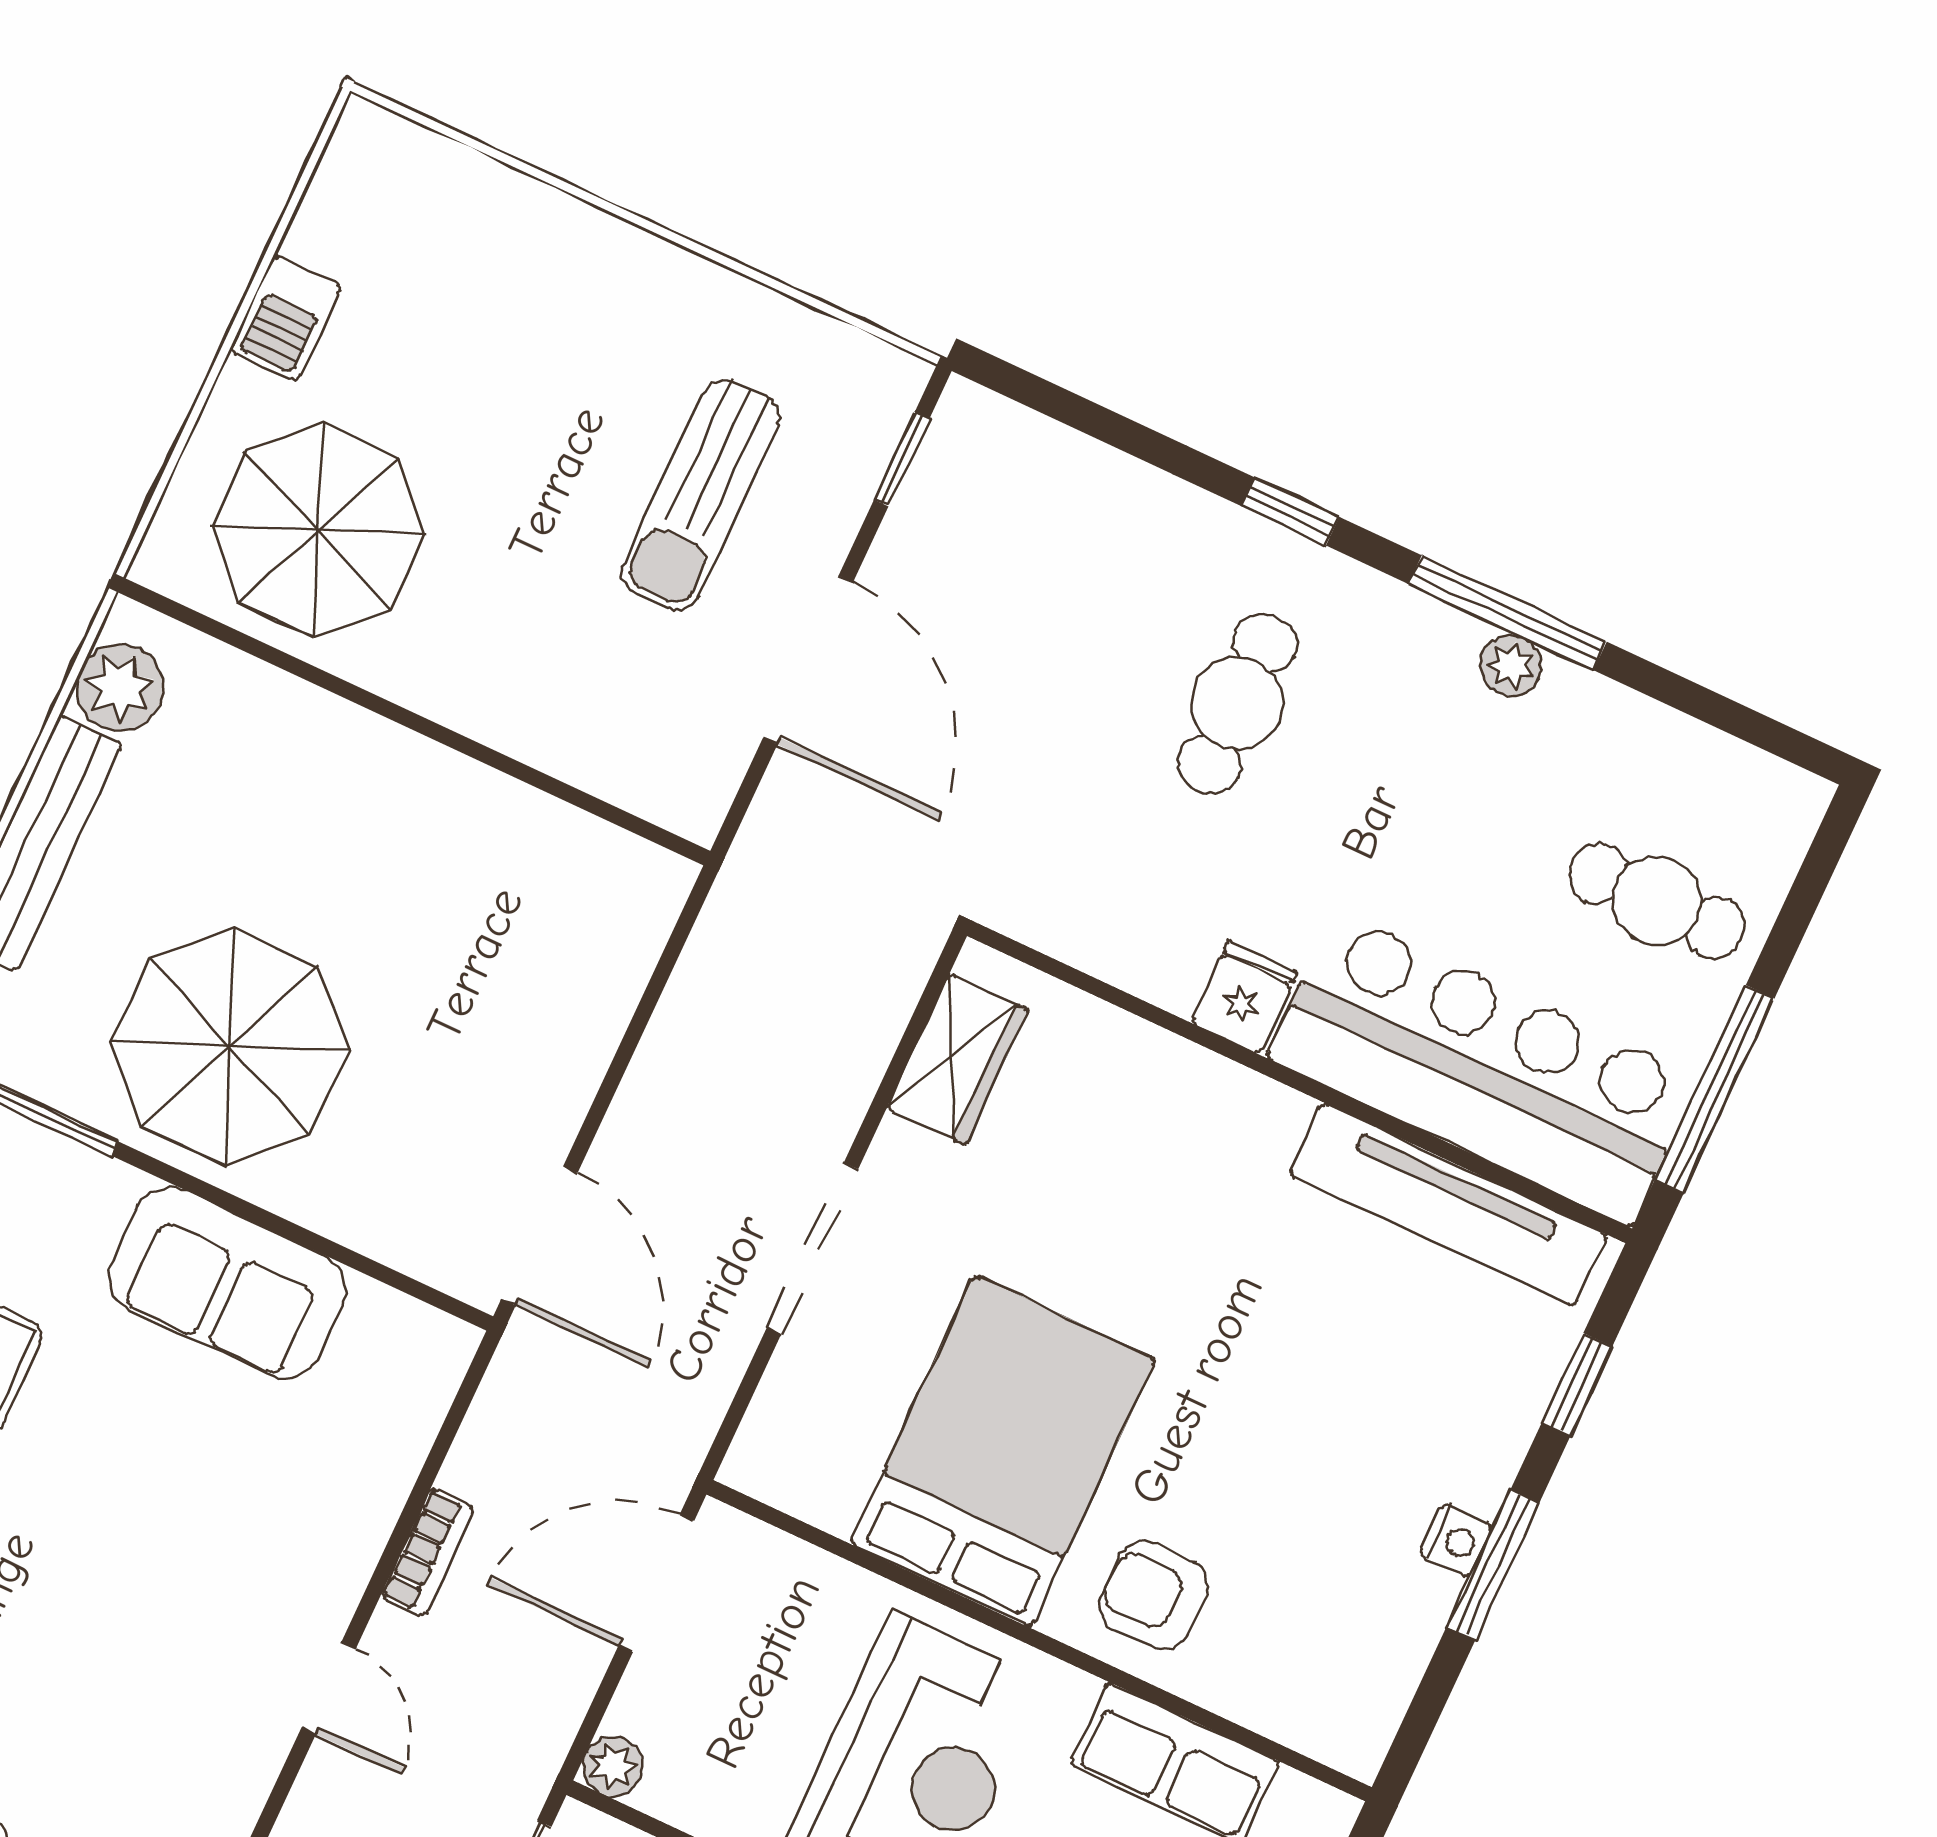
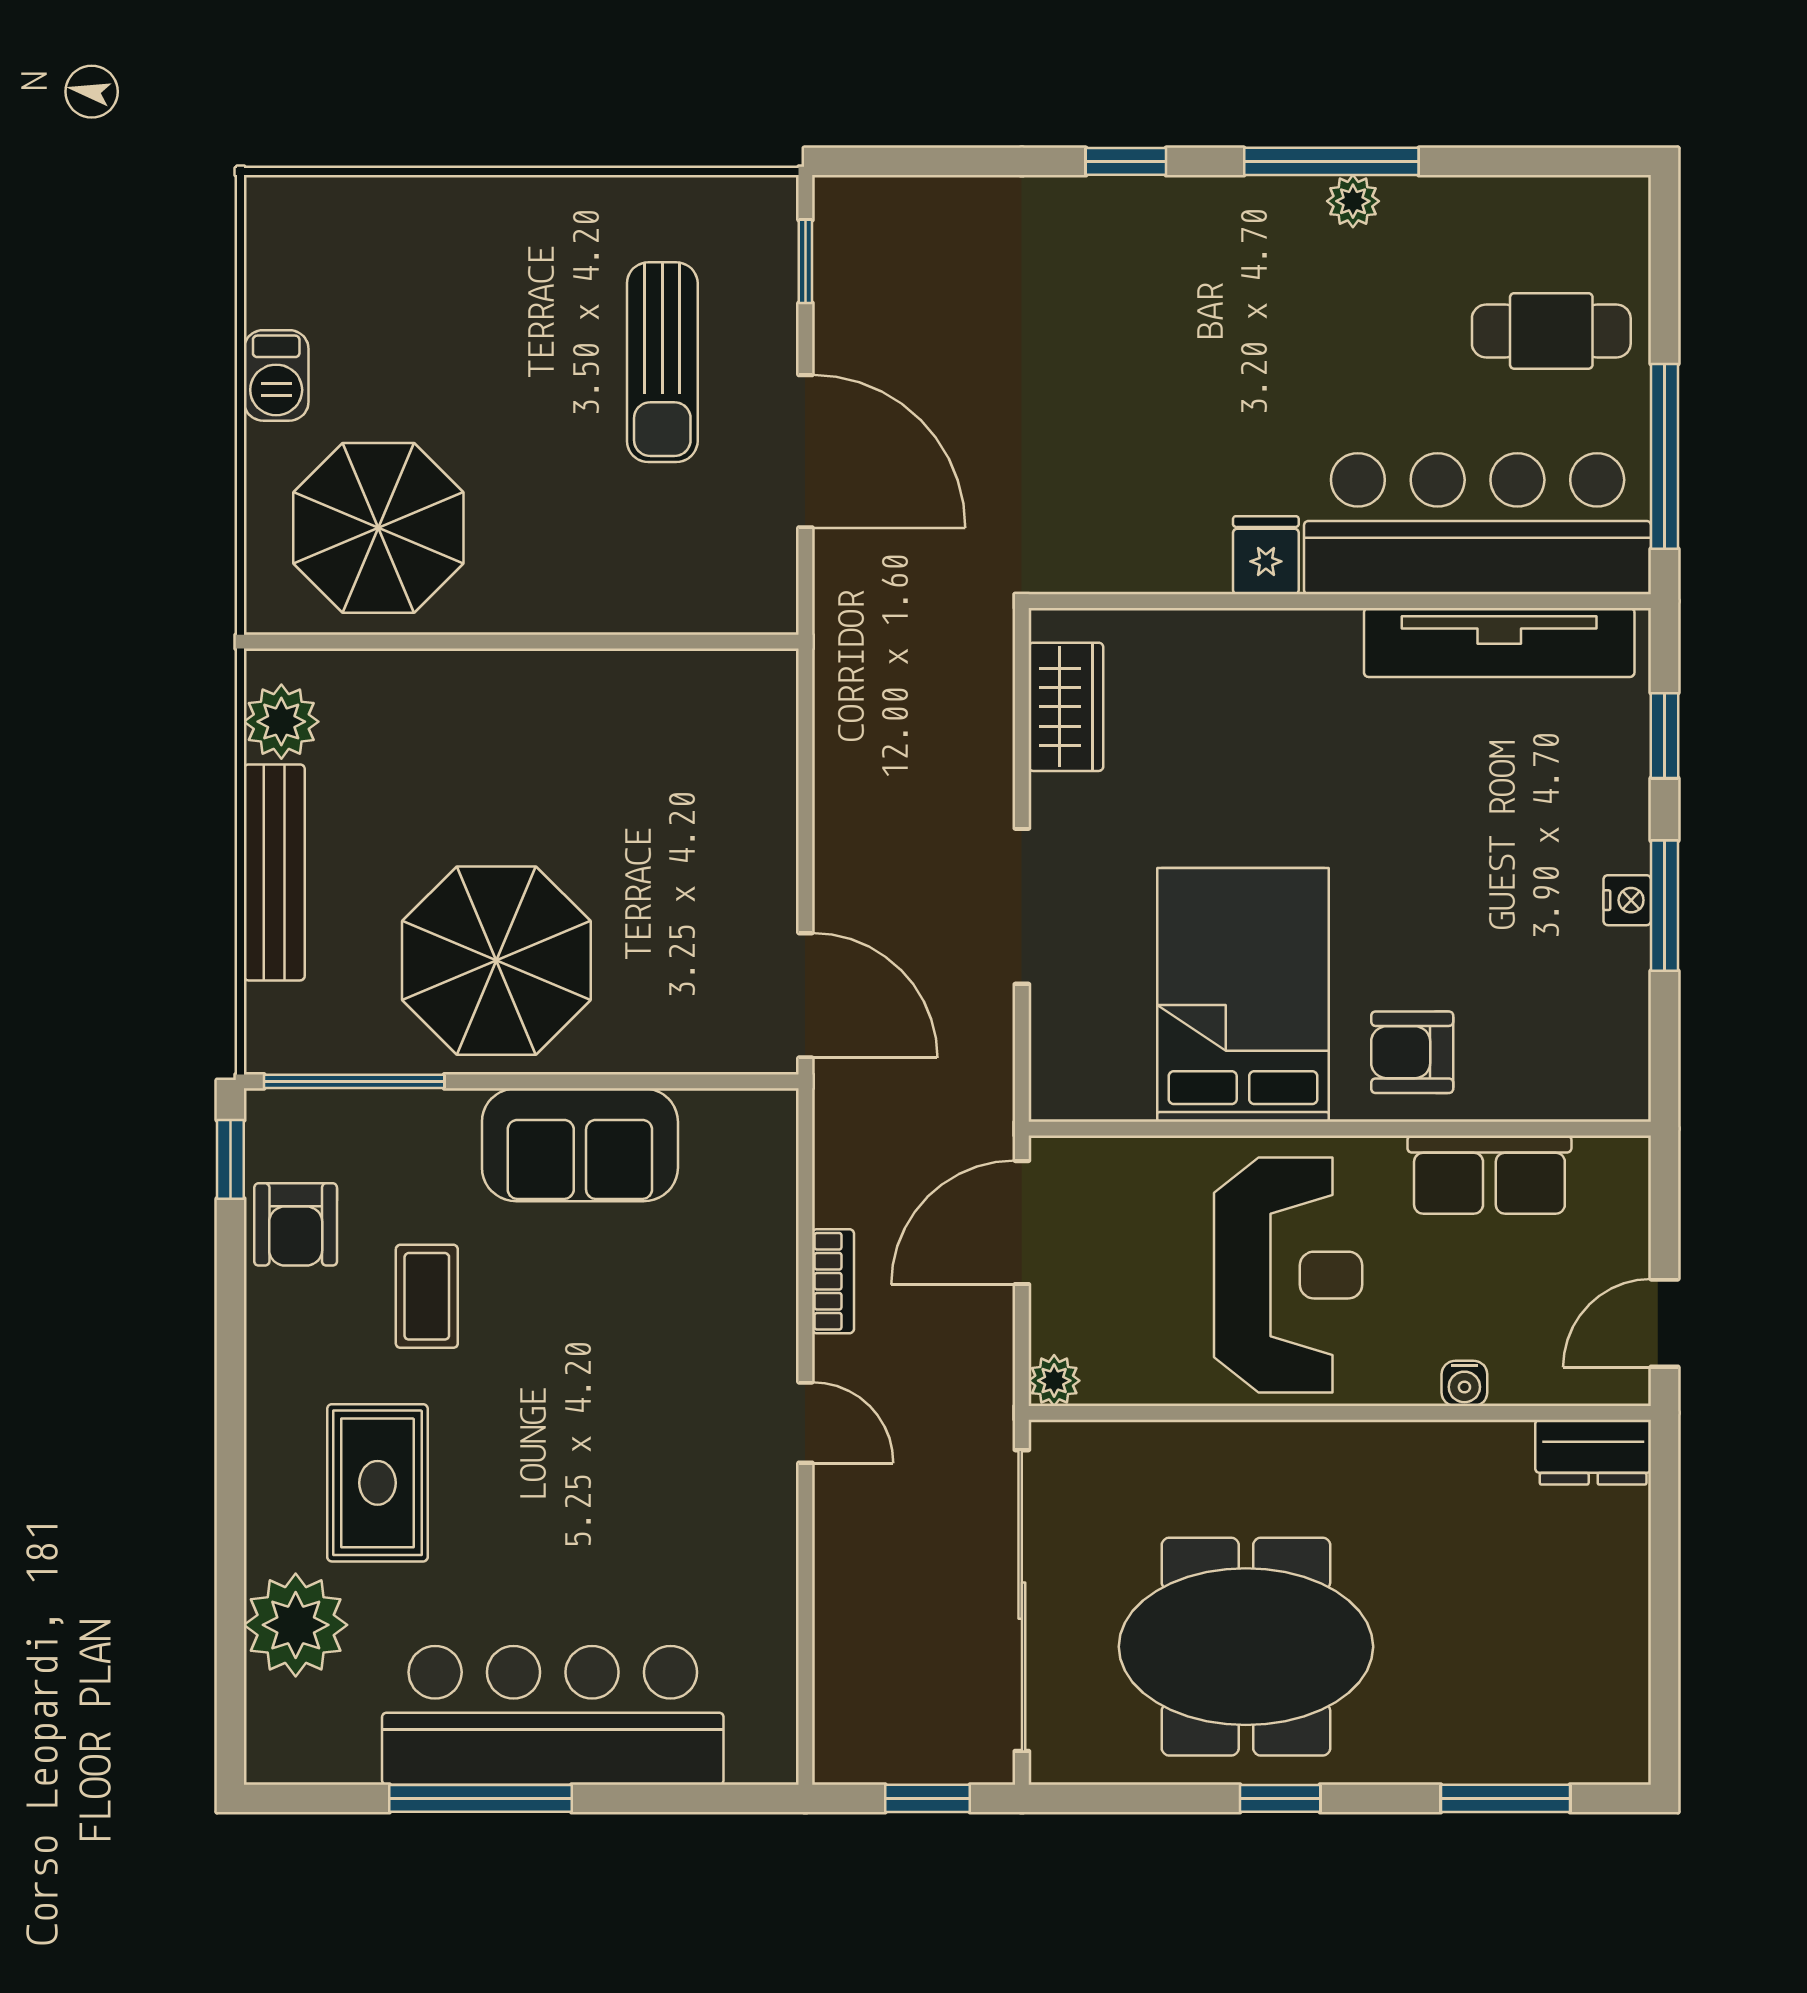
cafe table: (1237, 703) -> (1154, 330), removed

